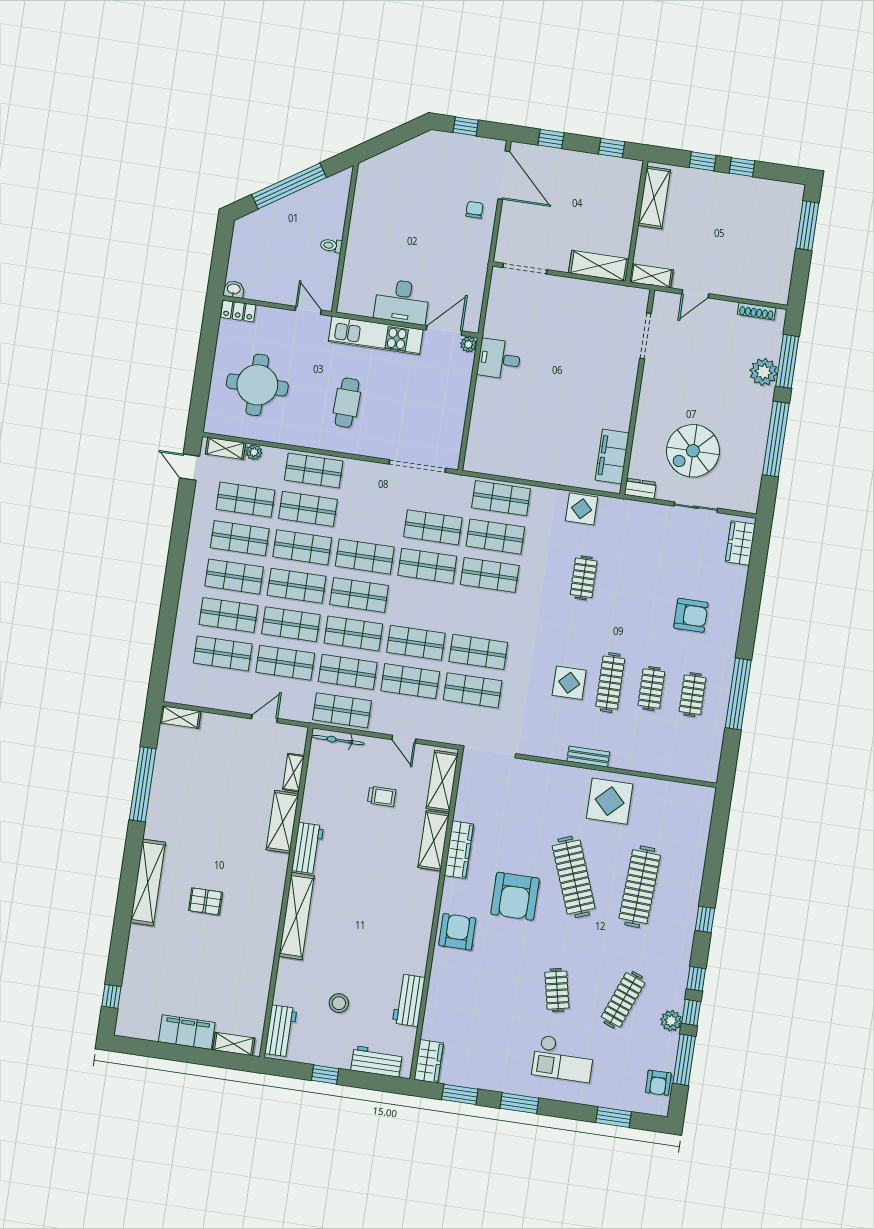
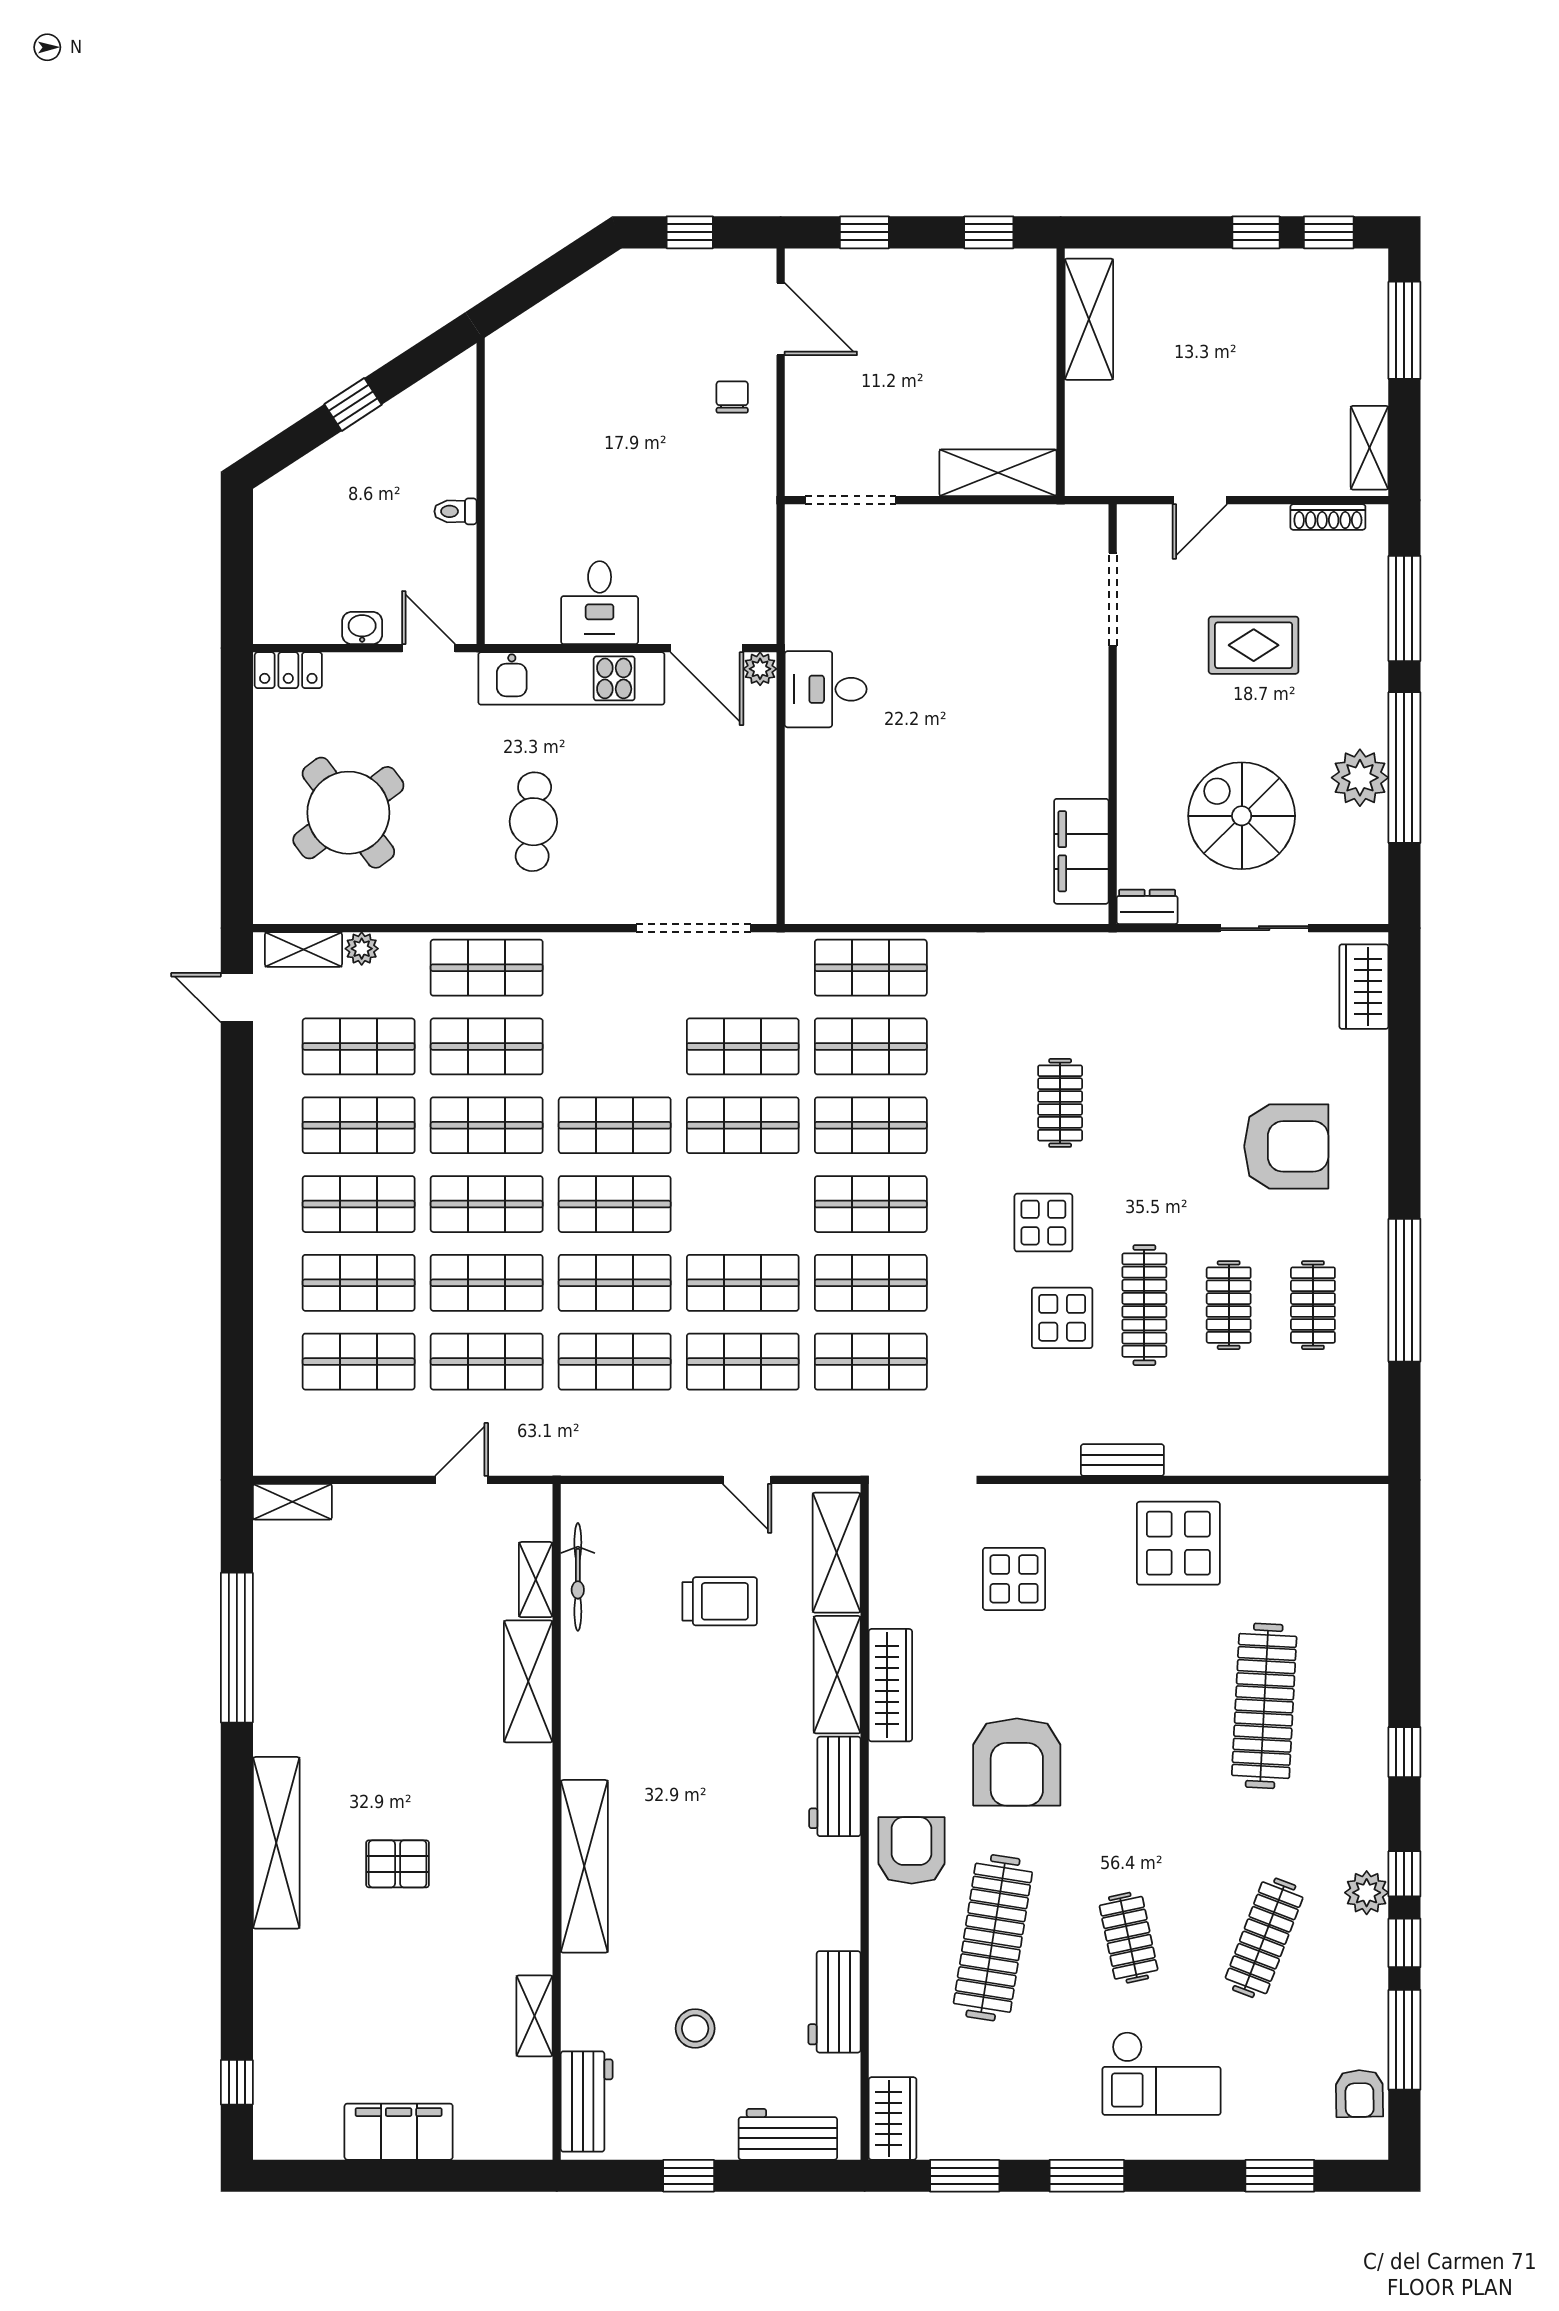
window: (703, 161) -> (1329, 232), moved
door: (504, 175) -> (781, 319), width x0.73
window: (289, 186) -> (353, 404), width x0.32
shelving: (651, 276) -> (1370, 448), moved, turned 90
washbasin: (234, 289) -> (362, 628), moved
desk: (402, 302) -> (600, 603), width x0.73
door: (444, 330) -> (707, 648), swing flipped
rug: (711, 368) -> (1254, 645), added
plant: (764, 372) -> (1360, 778), moved
round table: (257, 385) -> (348, 813), turned -37
spiral stairs: (693, 451) -> (1242, 816), turned 90
display table: (582, 509) -> (1043, 1223), moved
armchair: (691, 615) -> (1286, 1146), width x1.36, depth x1.36
shop shelf: (342, 710) -> (871, 1204), moved
bicycle: (338, 740) -> (578, 1577), moved, turned -90
trolley: (382, 796) -> (720, 1601), width x1.36, depth x1.39
display table: (527, 807) -> (1014, 1579), added
workbench: (308, 848) -> (835, 1786), moved, turned 180
clothes rail: (574, 877) -> (993, 1938), moved, turned 30
plant: (671, 1021) -> (1367, 1893), moved
shelving: (234, 1044) -> (534, 2016), moved, turned 90

